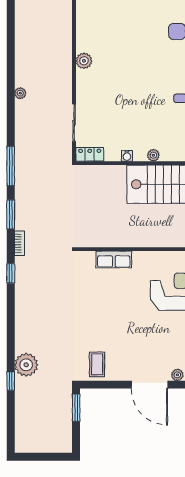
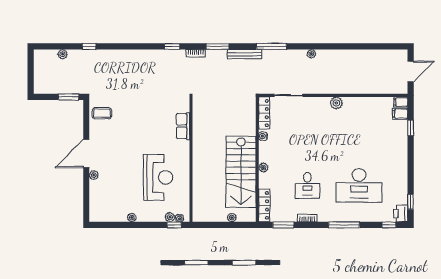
locker: (90, 154) -> (264, 113), width x1.53
plant: (153, 155) -> (263, 168), moved
window: (11, 166) -> (271, 46), moved
bench: (21, 180) -> (244, 54), added
plant: (26, 365) -> (63, 54), moved, width x0.53, depth x0.53

